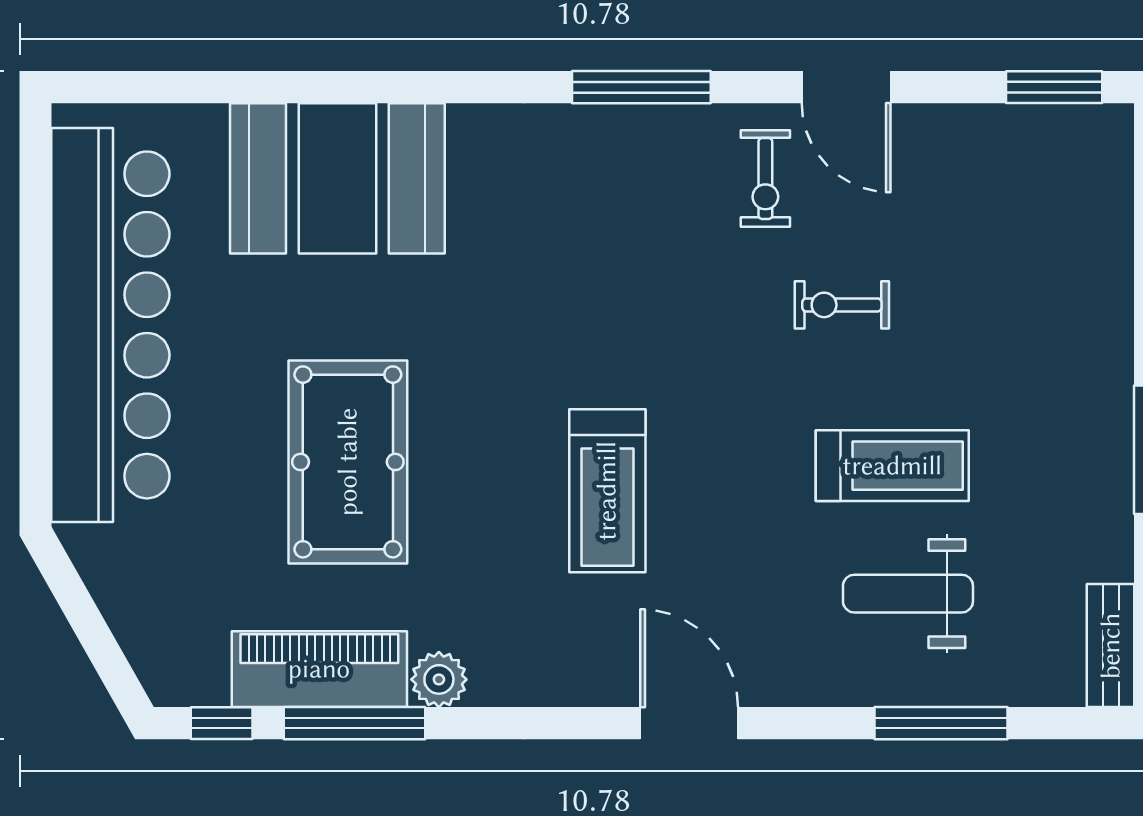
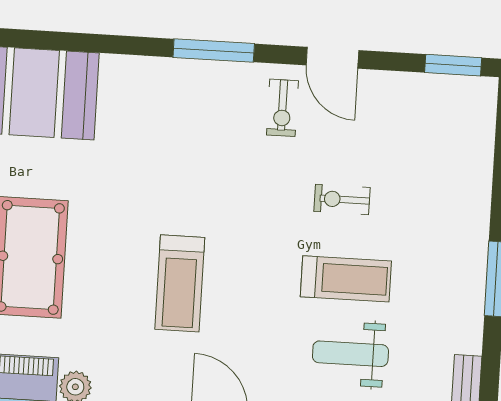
exercise bike: (842, 305) -> (342, 199), moved

